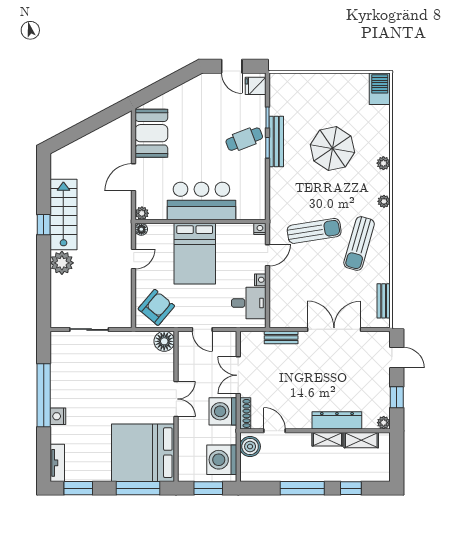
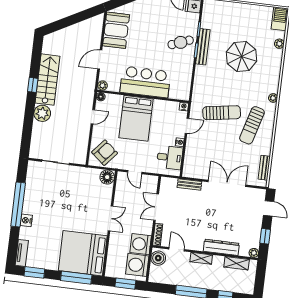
plant: (383, 163) -> (279, 44), moved
washing machine: (223, 411) -> (141, 244), moved
shelving: (327, 439) -> (201, 258), moved

